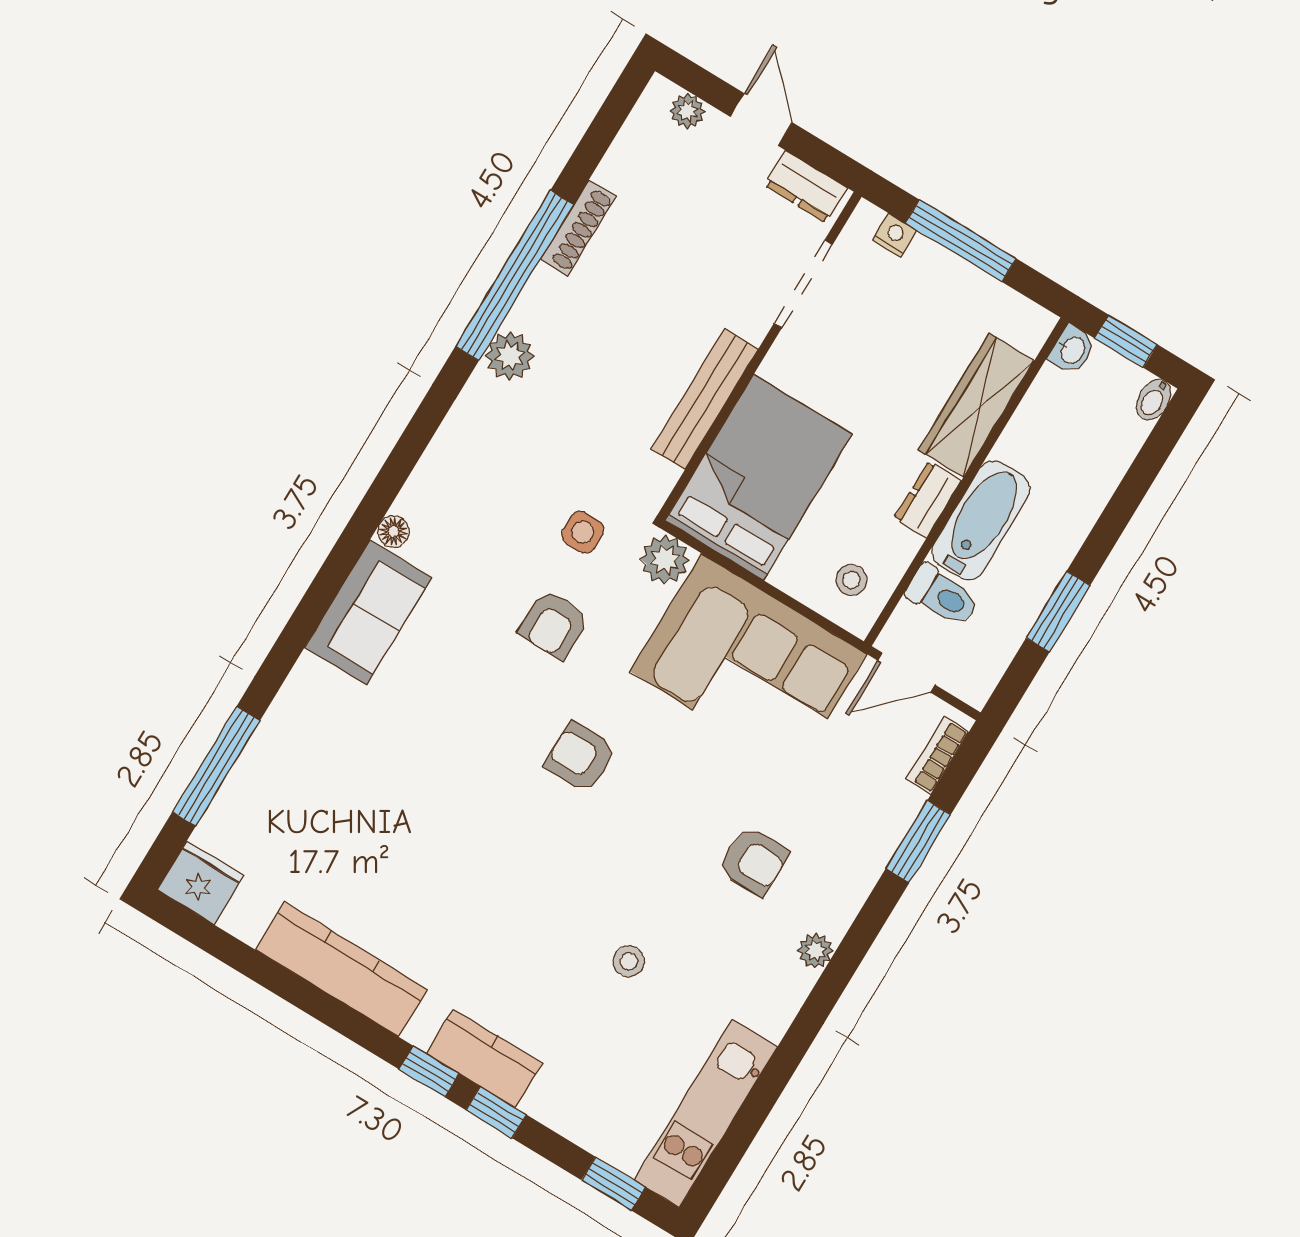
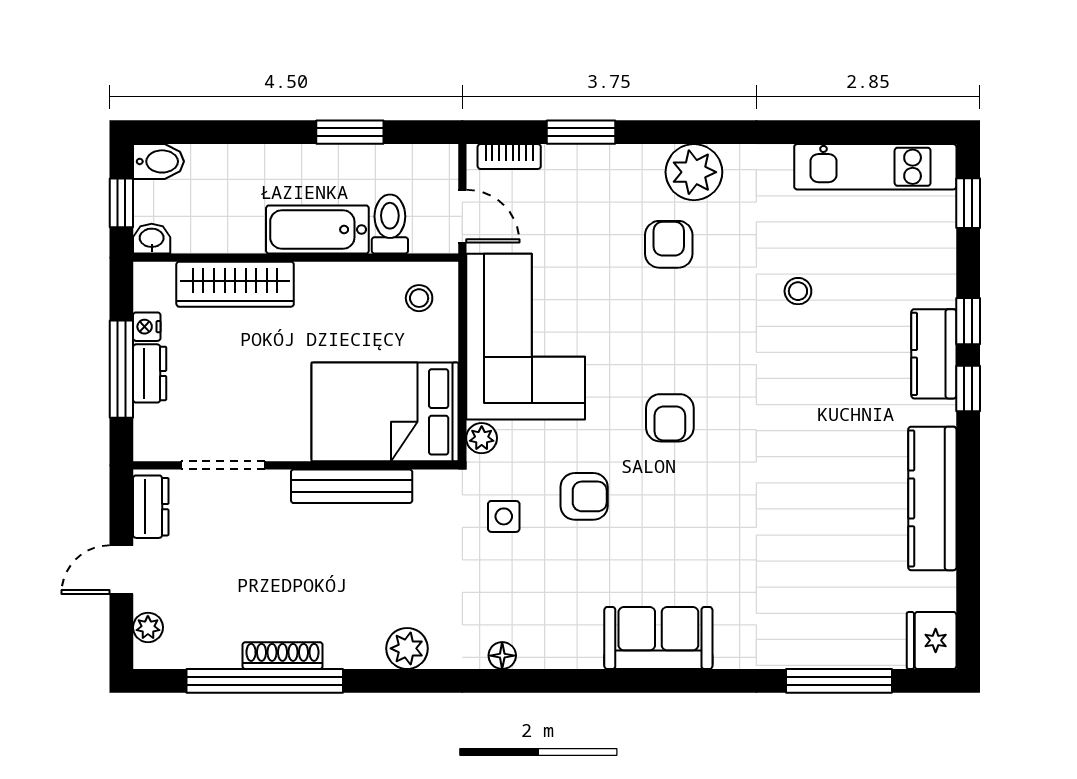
nightstand: (894, 235) -> (147, 327), moved
window: (515, 275) -> (265, 681), moved
bidet: (1154, 400) -> (159, 161), width x1.38, depth x1.36
dresser: (927, 500) -> (150, 373), moved, turned -90
floor lamp: (393, 531) -> (502, 656), moved
plant: (665, 560) -> (482, 438), width x0.73, depth x0.73
plant: (815, 951) -> (694, 172), width x1.88, depth x1.88

